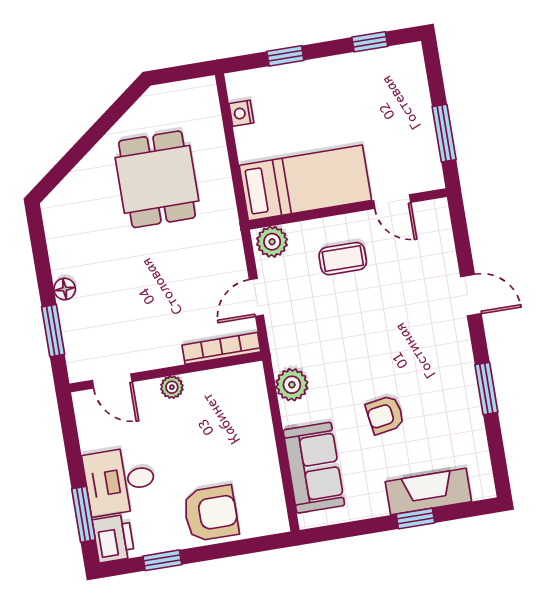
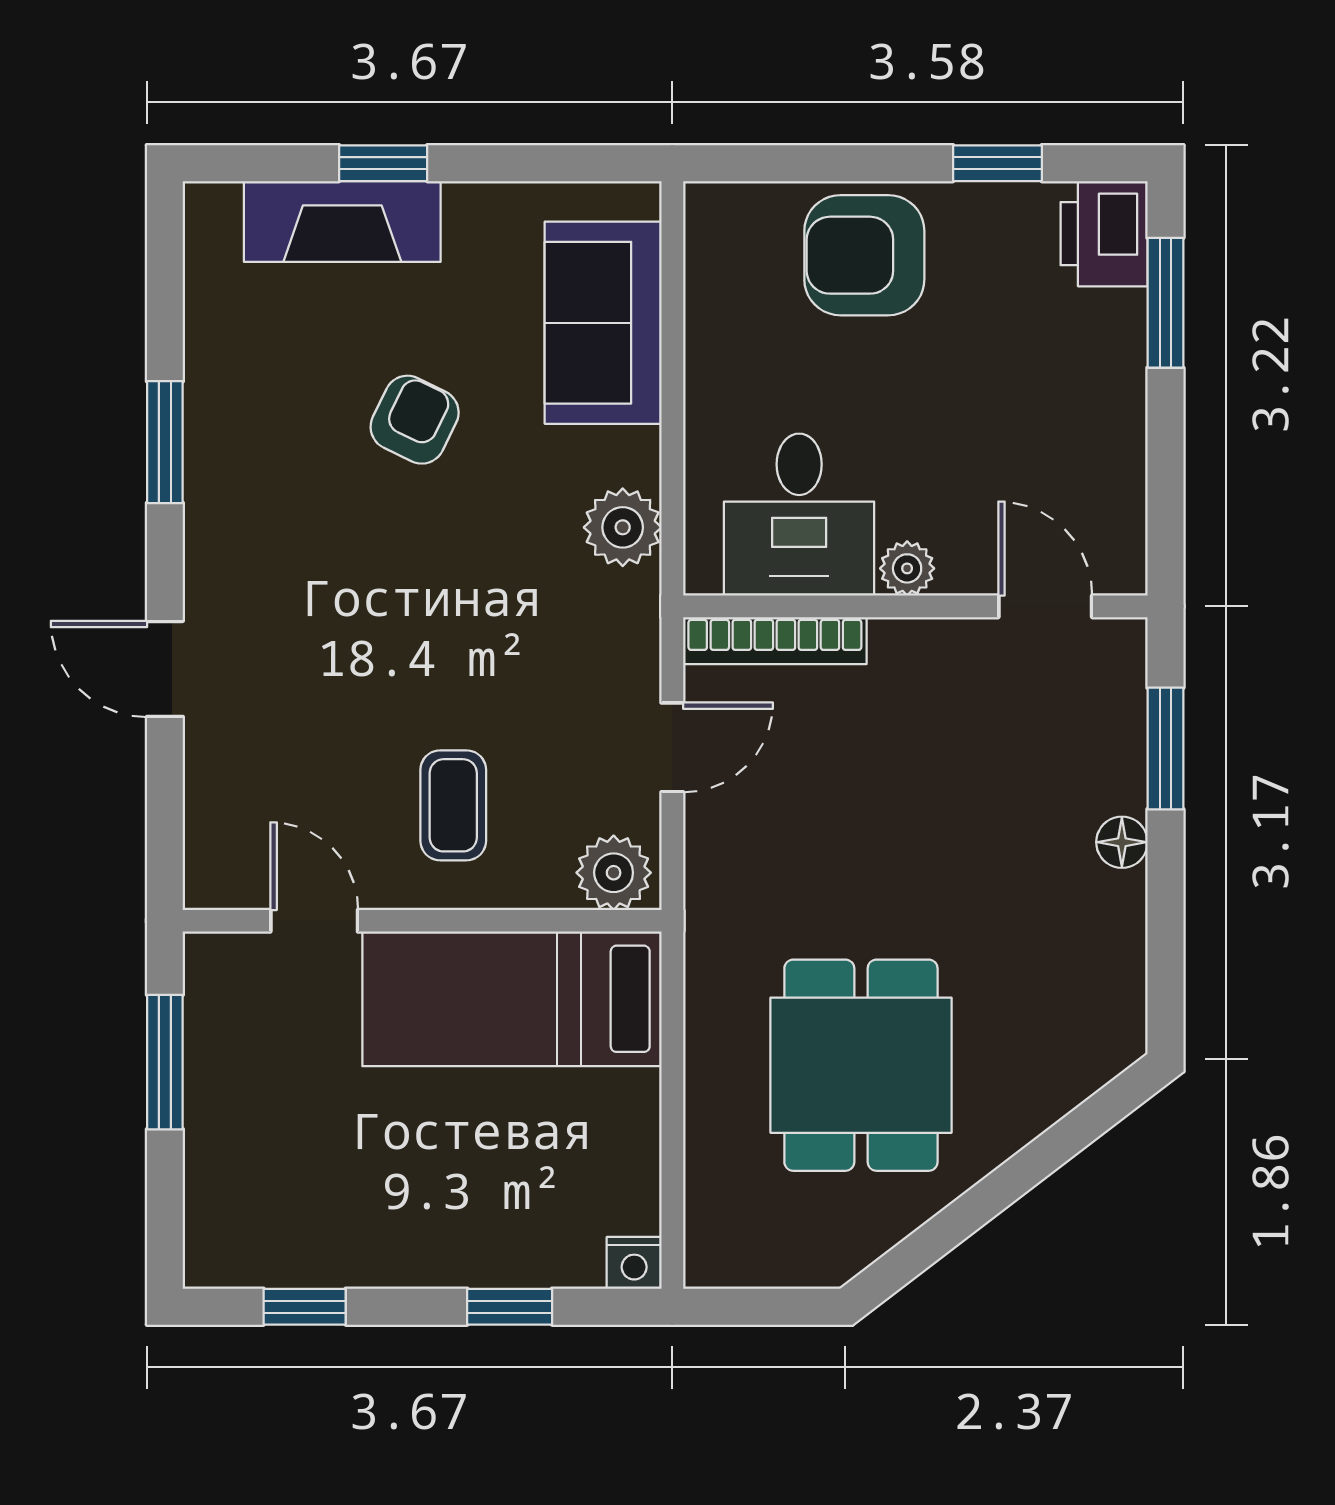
nightstand: (241, 113) -> (634, 1263), moved, turned 90
coffee table: (343, 259) -> (453, 805), turned 90
armchair: (385, 415) -> (415, 420), turned -55
desk: (120, 481) -> (799, 515), moved, turned 90

